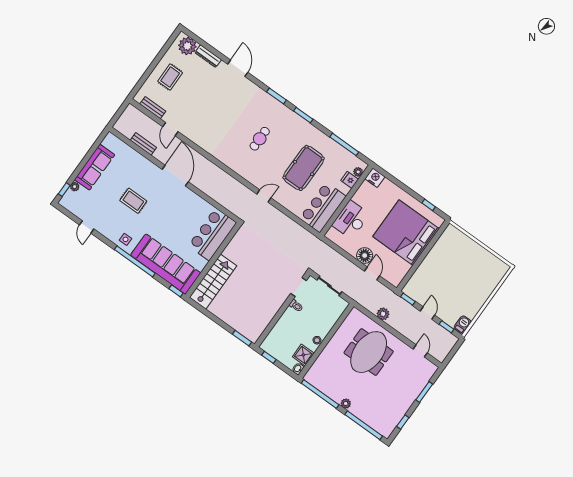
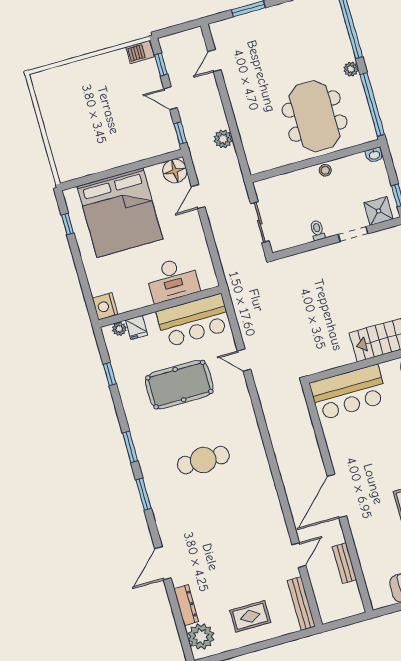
bench: (153, 108) -> (301, 604), width x1.36
cafe table: (260, 139) -> (203, 460), width x1.37, depth x1.35
window: (344, 144) -> (110, 374), width x0.46
door: (264, 196) -> (244, 360), moved
floor lamp: (365, 256) -> (175, 171), moved
doorway: (299, 287) -> (353, 234), moved
door: (427, 313) -> (170, 98), hinge flipped
meeting table: (369, 352) -> (315, 116), moved, turned 90
shower: (303, 355) -> (378, 211), moved

